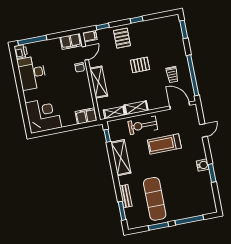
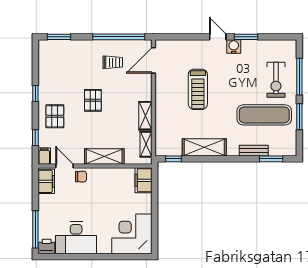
pallet: (122, 38) -> (55, 116), turned 90
exercise bike: (143, 125) -> (276, 80), moved
door: (204, 130) -> (218, 37), moved

